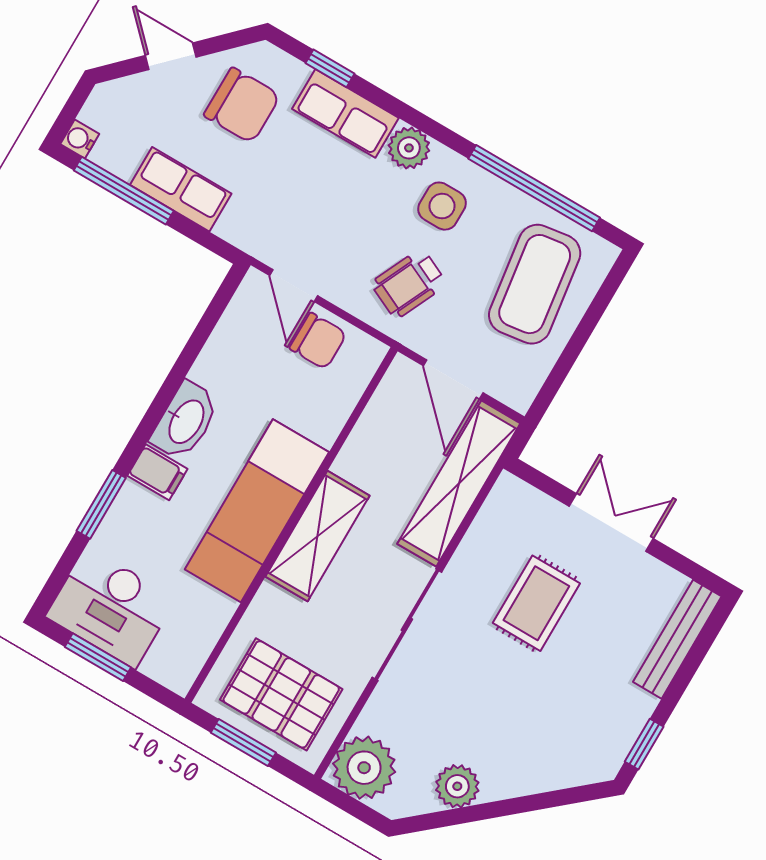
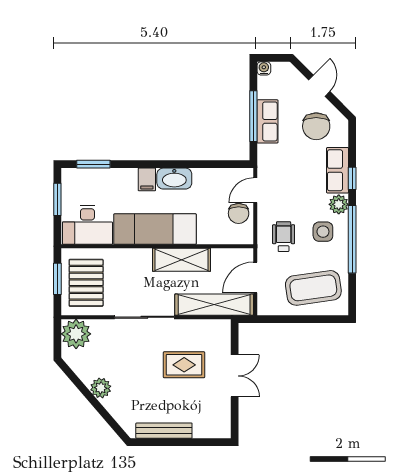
window: (330, 68) -> (352, 178), moved
window: (534, 188) -> (352, 239), moved
window: (124, 191) -> (253, 116), moved
wheelchair: (409, 284) -> (284, 237), turned 65
window: (101, 504) -> (93, 164), moved
shelving: (317, 536) -> (182, 260), moved
desk: (111, 608) -> (87, 225), moved, turned -90
bench: (677, 639) -> (164, 431), moved
window: (644, 744) -> (152, 442), removed
plant: (457, 786) -> (101, 388), moved

